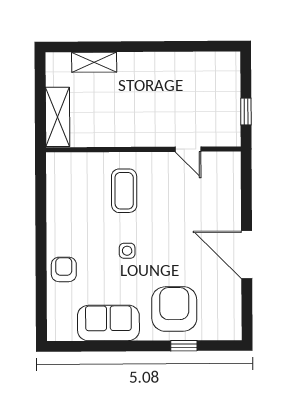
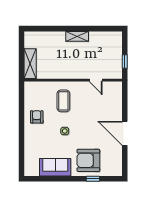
shelving: (94, 62) -> (77, 36), moved
armchair: (64, 269) -> (37, 117), moved
armchair: (174, 309) -> (88, 160), turned -90

